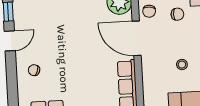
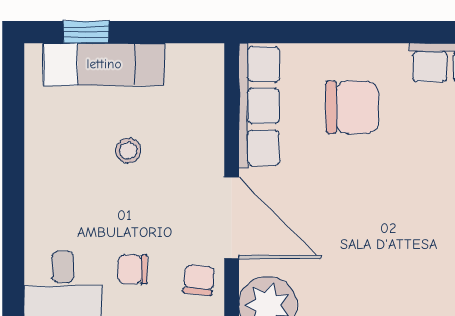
chair: (88, 88) -> (352, 107), added

